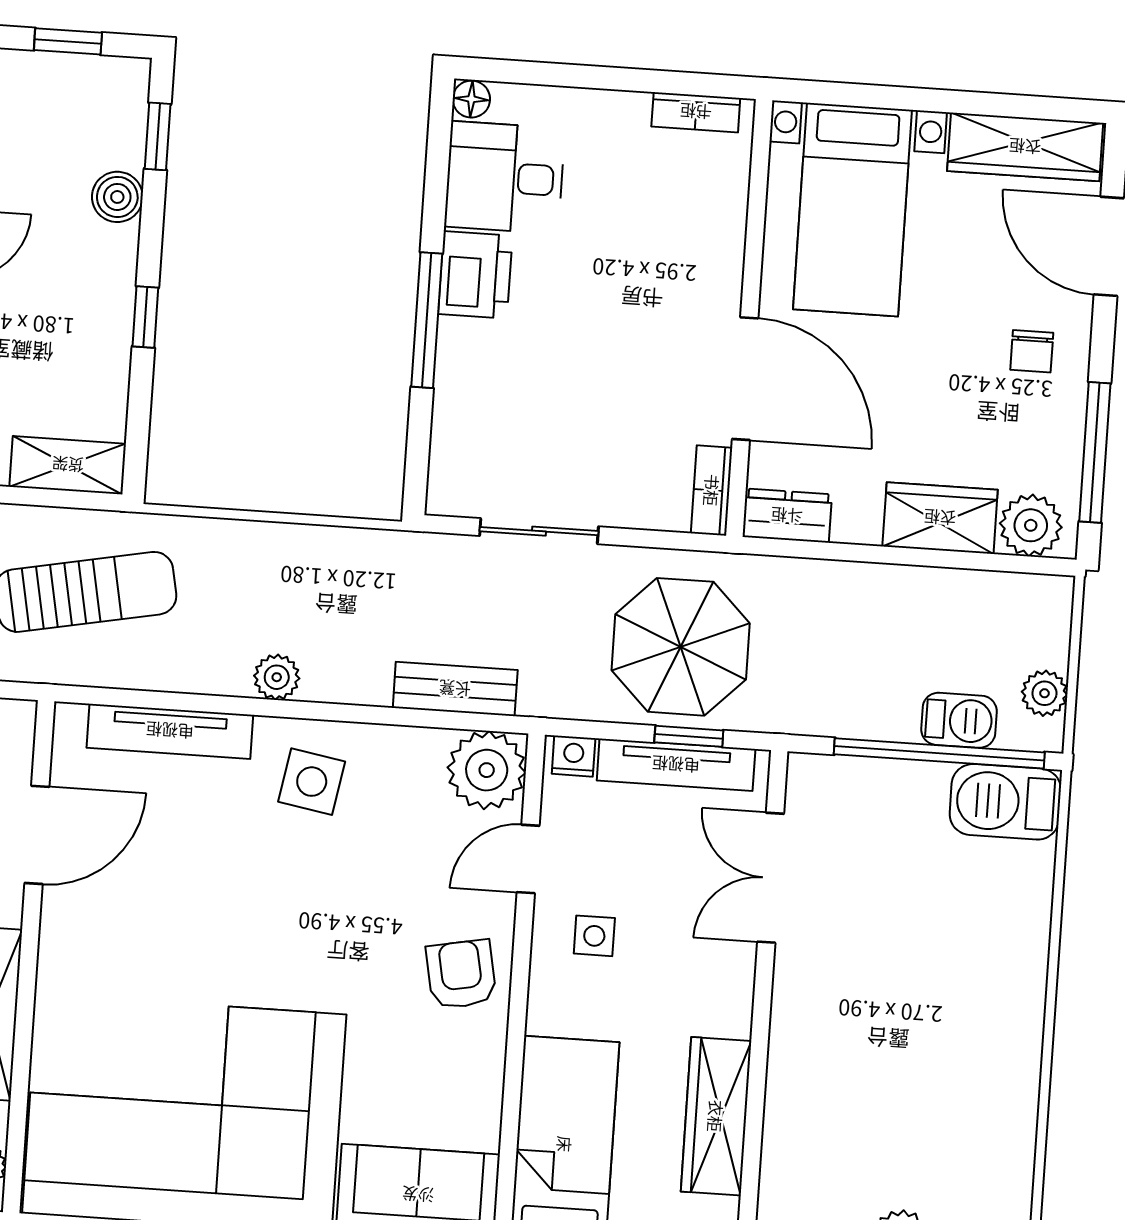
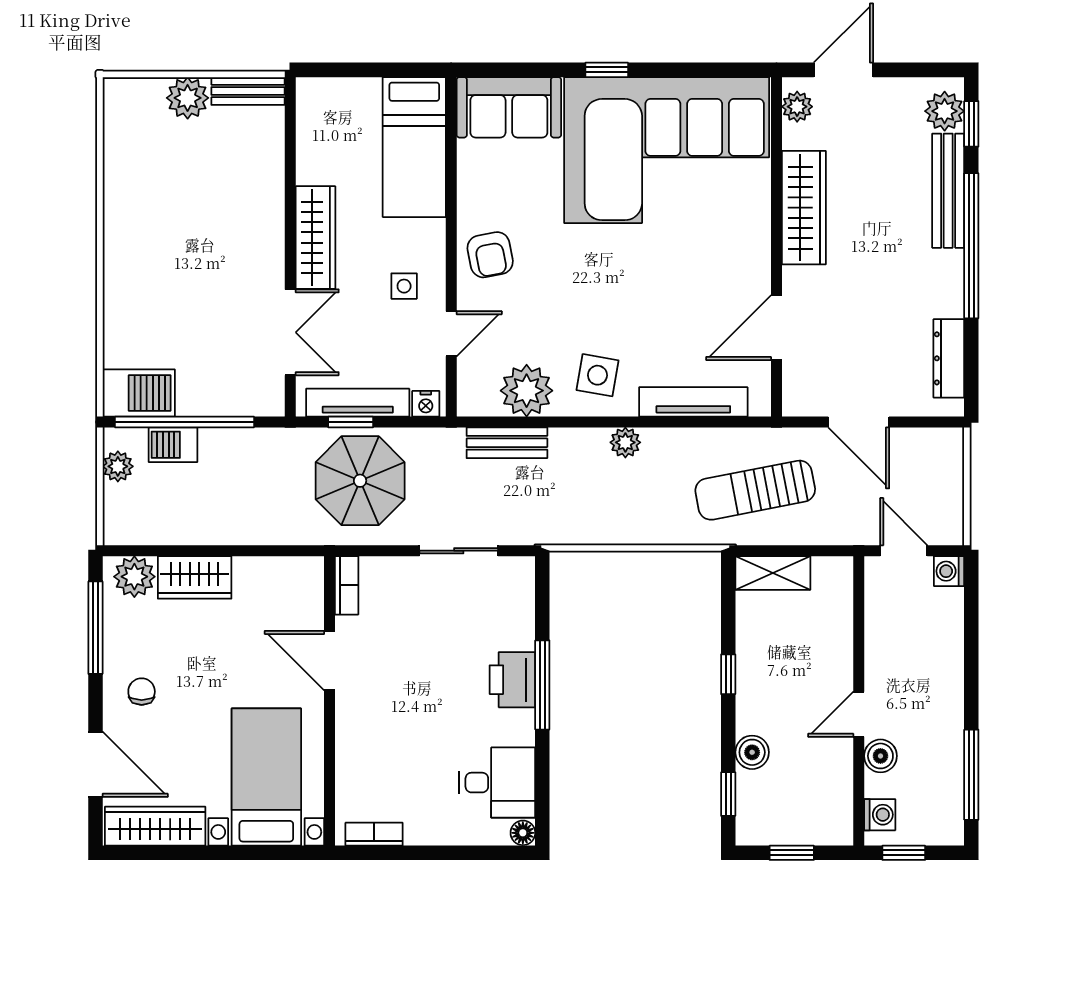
printer: (475, 275) -> (512, 680), moved
door: (745, 379) -> (330, 661), width x0.73
dresser: (787, 516) -> (296, 572), removed
plant: (487, 770) -> (527, 391), moved
wardrobe: (716, 1116) -> (315, 238), moved

